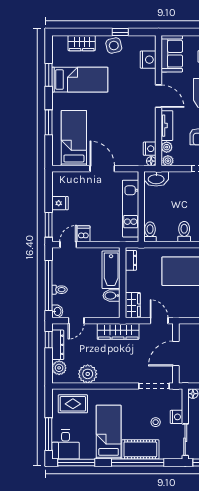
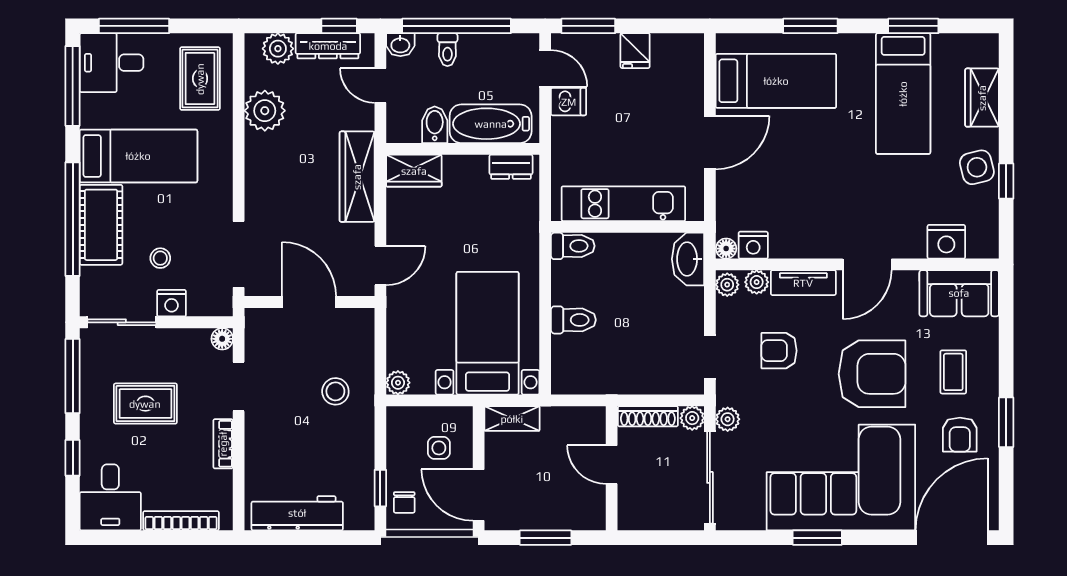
dresser: (131, 260) -> (511, 167), moved
bathtub: (111, 270) -> (491, 124), moved
wall: (123, 283) -> (463, 149), moved
bidet: (111, 296) -> (435, 125), moved
wardrobe: (133, 305) -> (414, 171), moved

